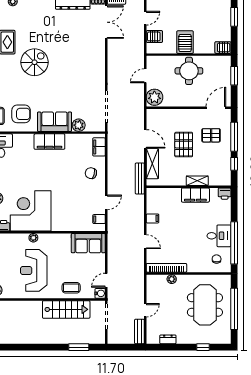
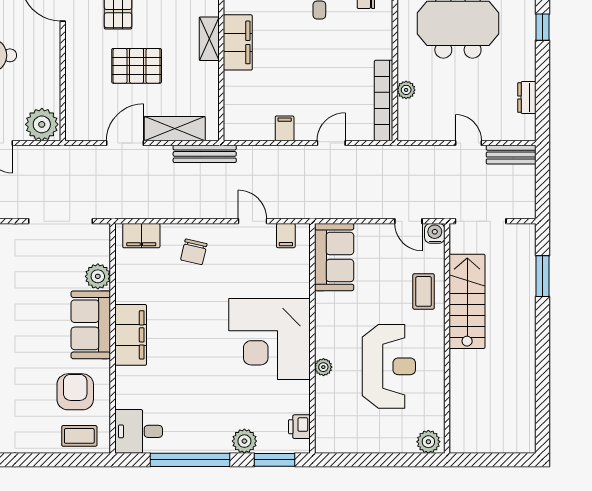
corner desk: (31, 211) -> (270, 339), moved
reception desk: (34, 270) -> (389, 366), turned -90

